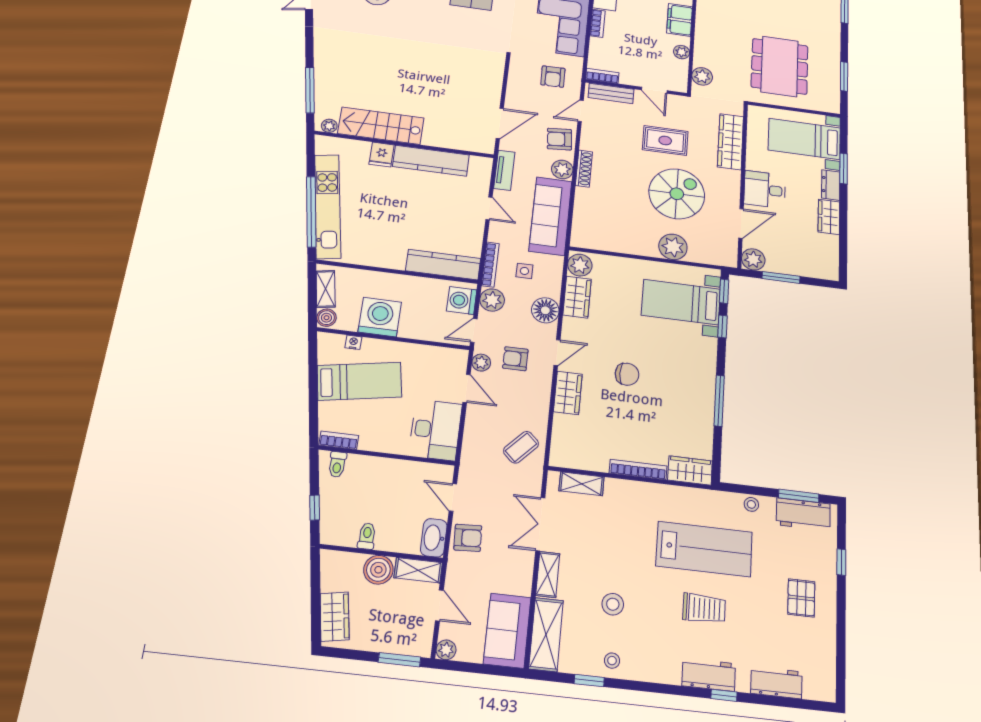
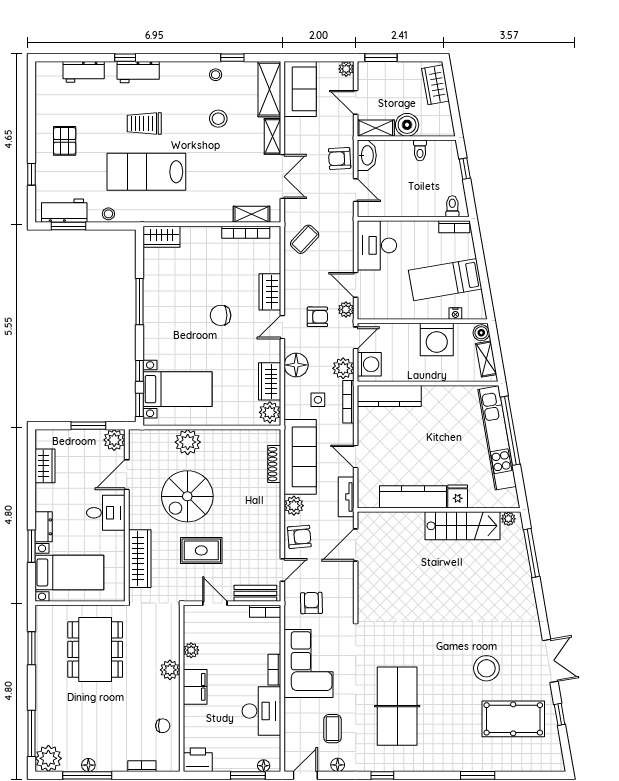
plant: (702, 76) -> (170, 670), moved
shoe rack: (584, 169) -> (274, 464), moved
wardrobe: (829, 217) -> (45, 466), moved
bookcase: (638, 470) -> (246, 232), moved

